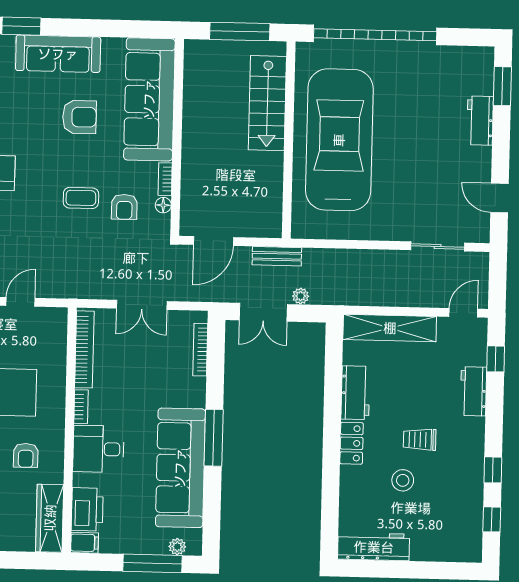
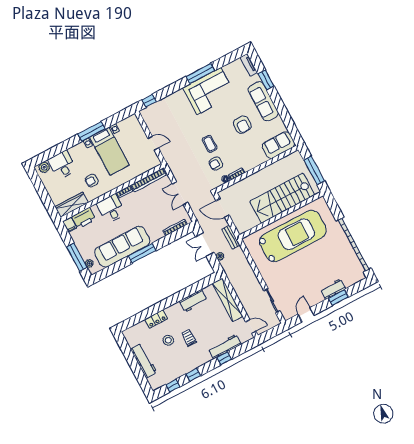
garage door: (375, 35) -> (354, 245), moved
window: (502, 86) -> (338, 298), moved
sofa: (149, 99) -> (278, 145), width x0.54, depth x0.79
stairs: (267, 103) -> (282, 198), width x1.36, depth x1.51
window: (496, 359) -> (224, 358), moved
workbench: (473, 391) -> (225, 347), width x1.38
locker: (352, 443) -> (156, 319), moved
workbench: (374, 547) -> (144, 361), moved

